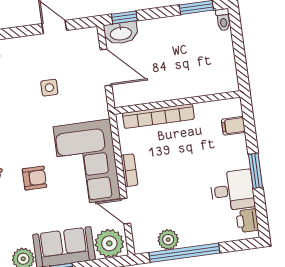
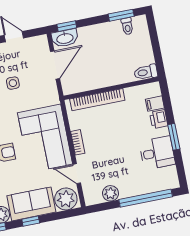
toilet: (223, 20) -> (127, 26), moved
door: (106, 67) -> (55, 65), hinge flipped
toilet: (224, 84) -> (146, 72), added
printer: (247, 221) -> (159, 119), moved
window: (184, 253) -> (146, 198), moved

